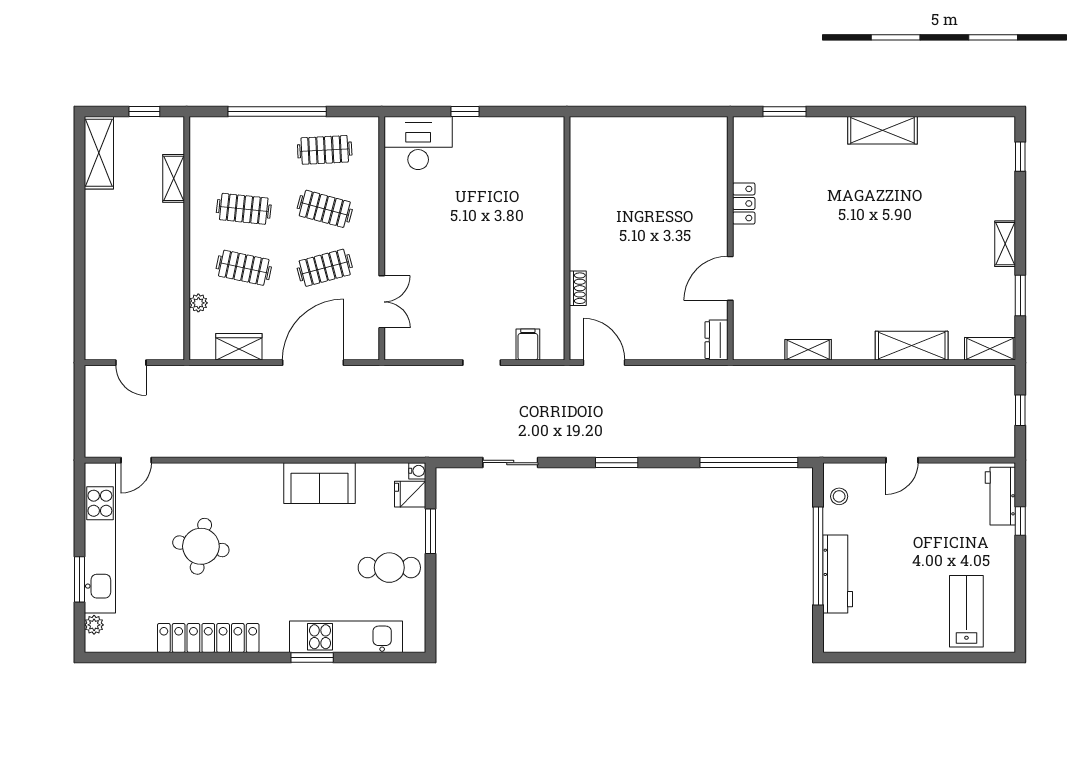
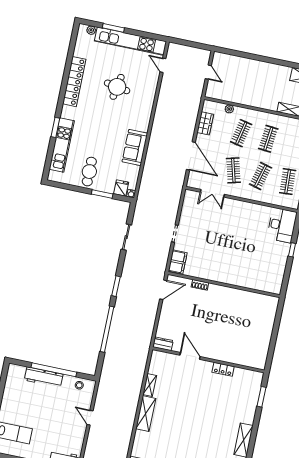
filing cabinet: (528, 345) -> (178, 262), width x2.00
shelving: (912, 346) -> (146, 414), moved
door: (131, 363) -> (208, 72), swing flipped
window: (749, 463) -> (107, 329), moved

